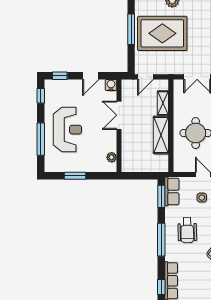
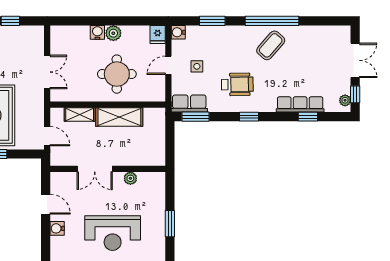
window: (60, 76) -> (46, 242), removed
water cooler: (111, 85) -> (57, 228), moved
reception desk: (67, 130) -> (113, 233), turned 180
plant: (112, 157) -> (130, 178), moved
window: (161, 240) -> (249, 117), width x0.46

